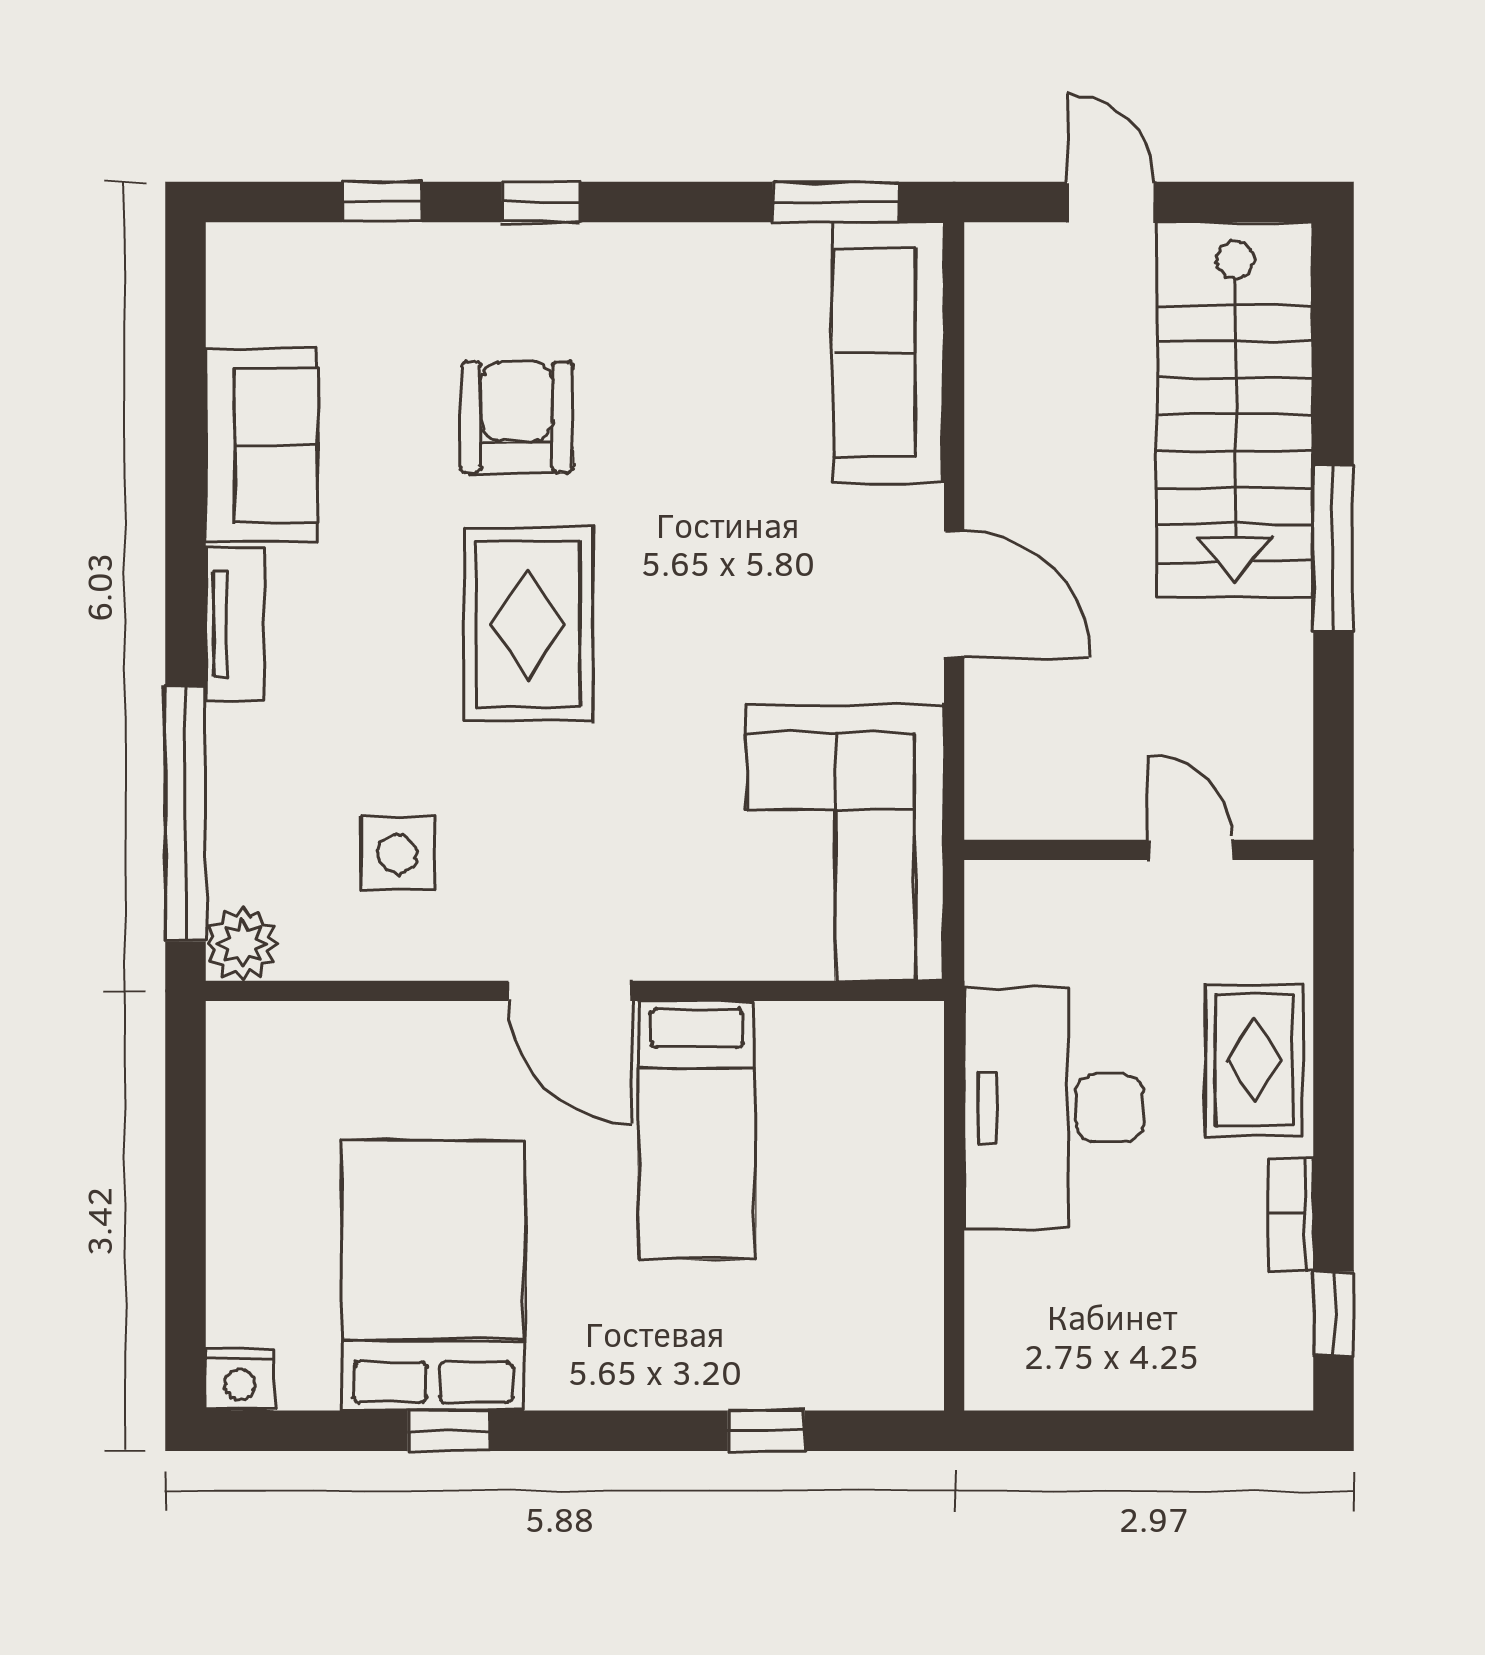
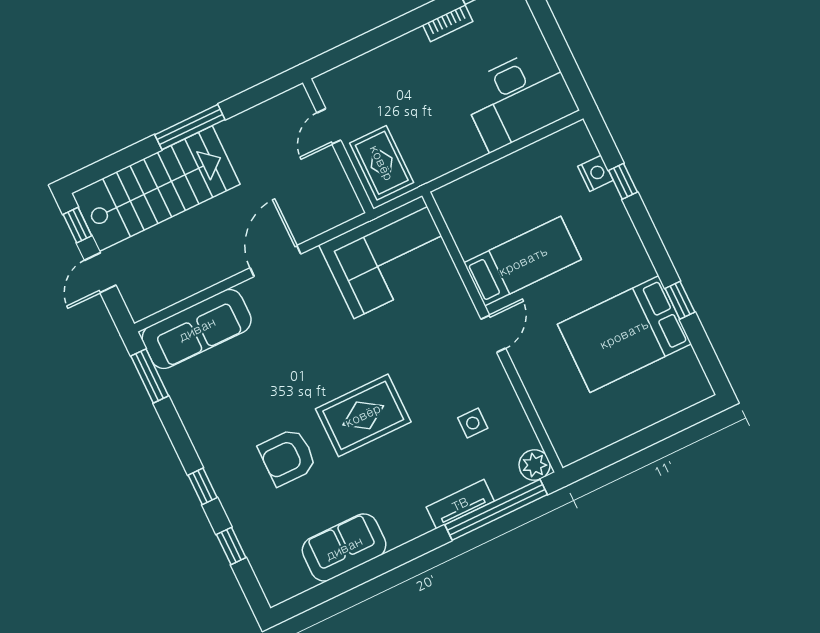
window: (1238, 202) -> (77, 225), added
tv unit: (235, 624) -> (460, 504), moved
side table: (398, 854) -> (473, 423), width x0.73, depth x0.73
door: (570, 991) -> (493, 334), width x0.73
rug: (1254, 1060) -> (382, 163), moved, turned 90
desk: (1054, 1108) -> (519, 98), moved
nightstand: (239, 1379) -> (595, 173), moved

